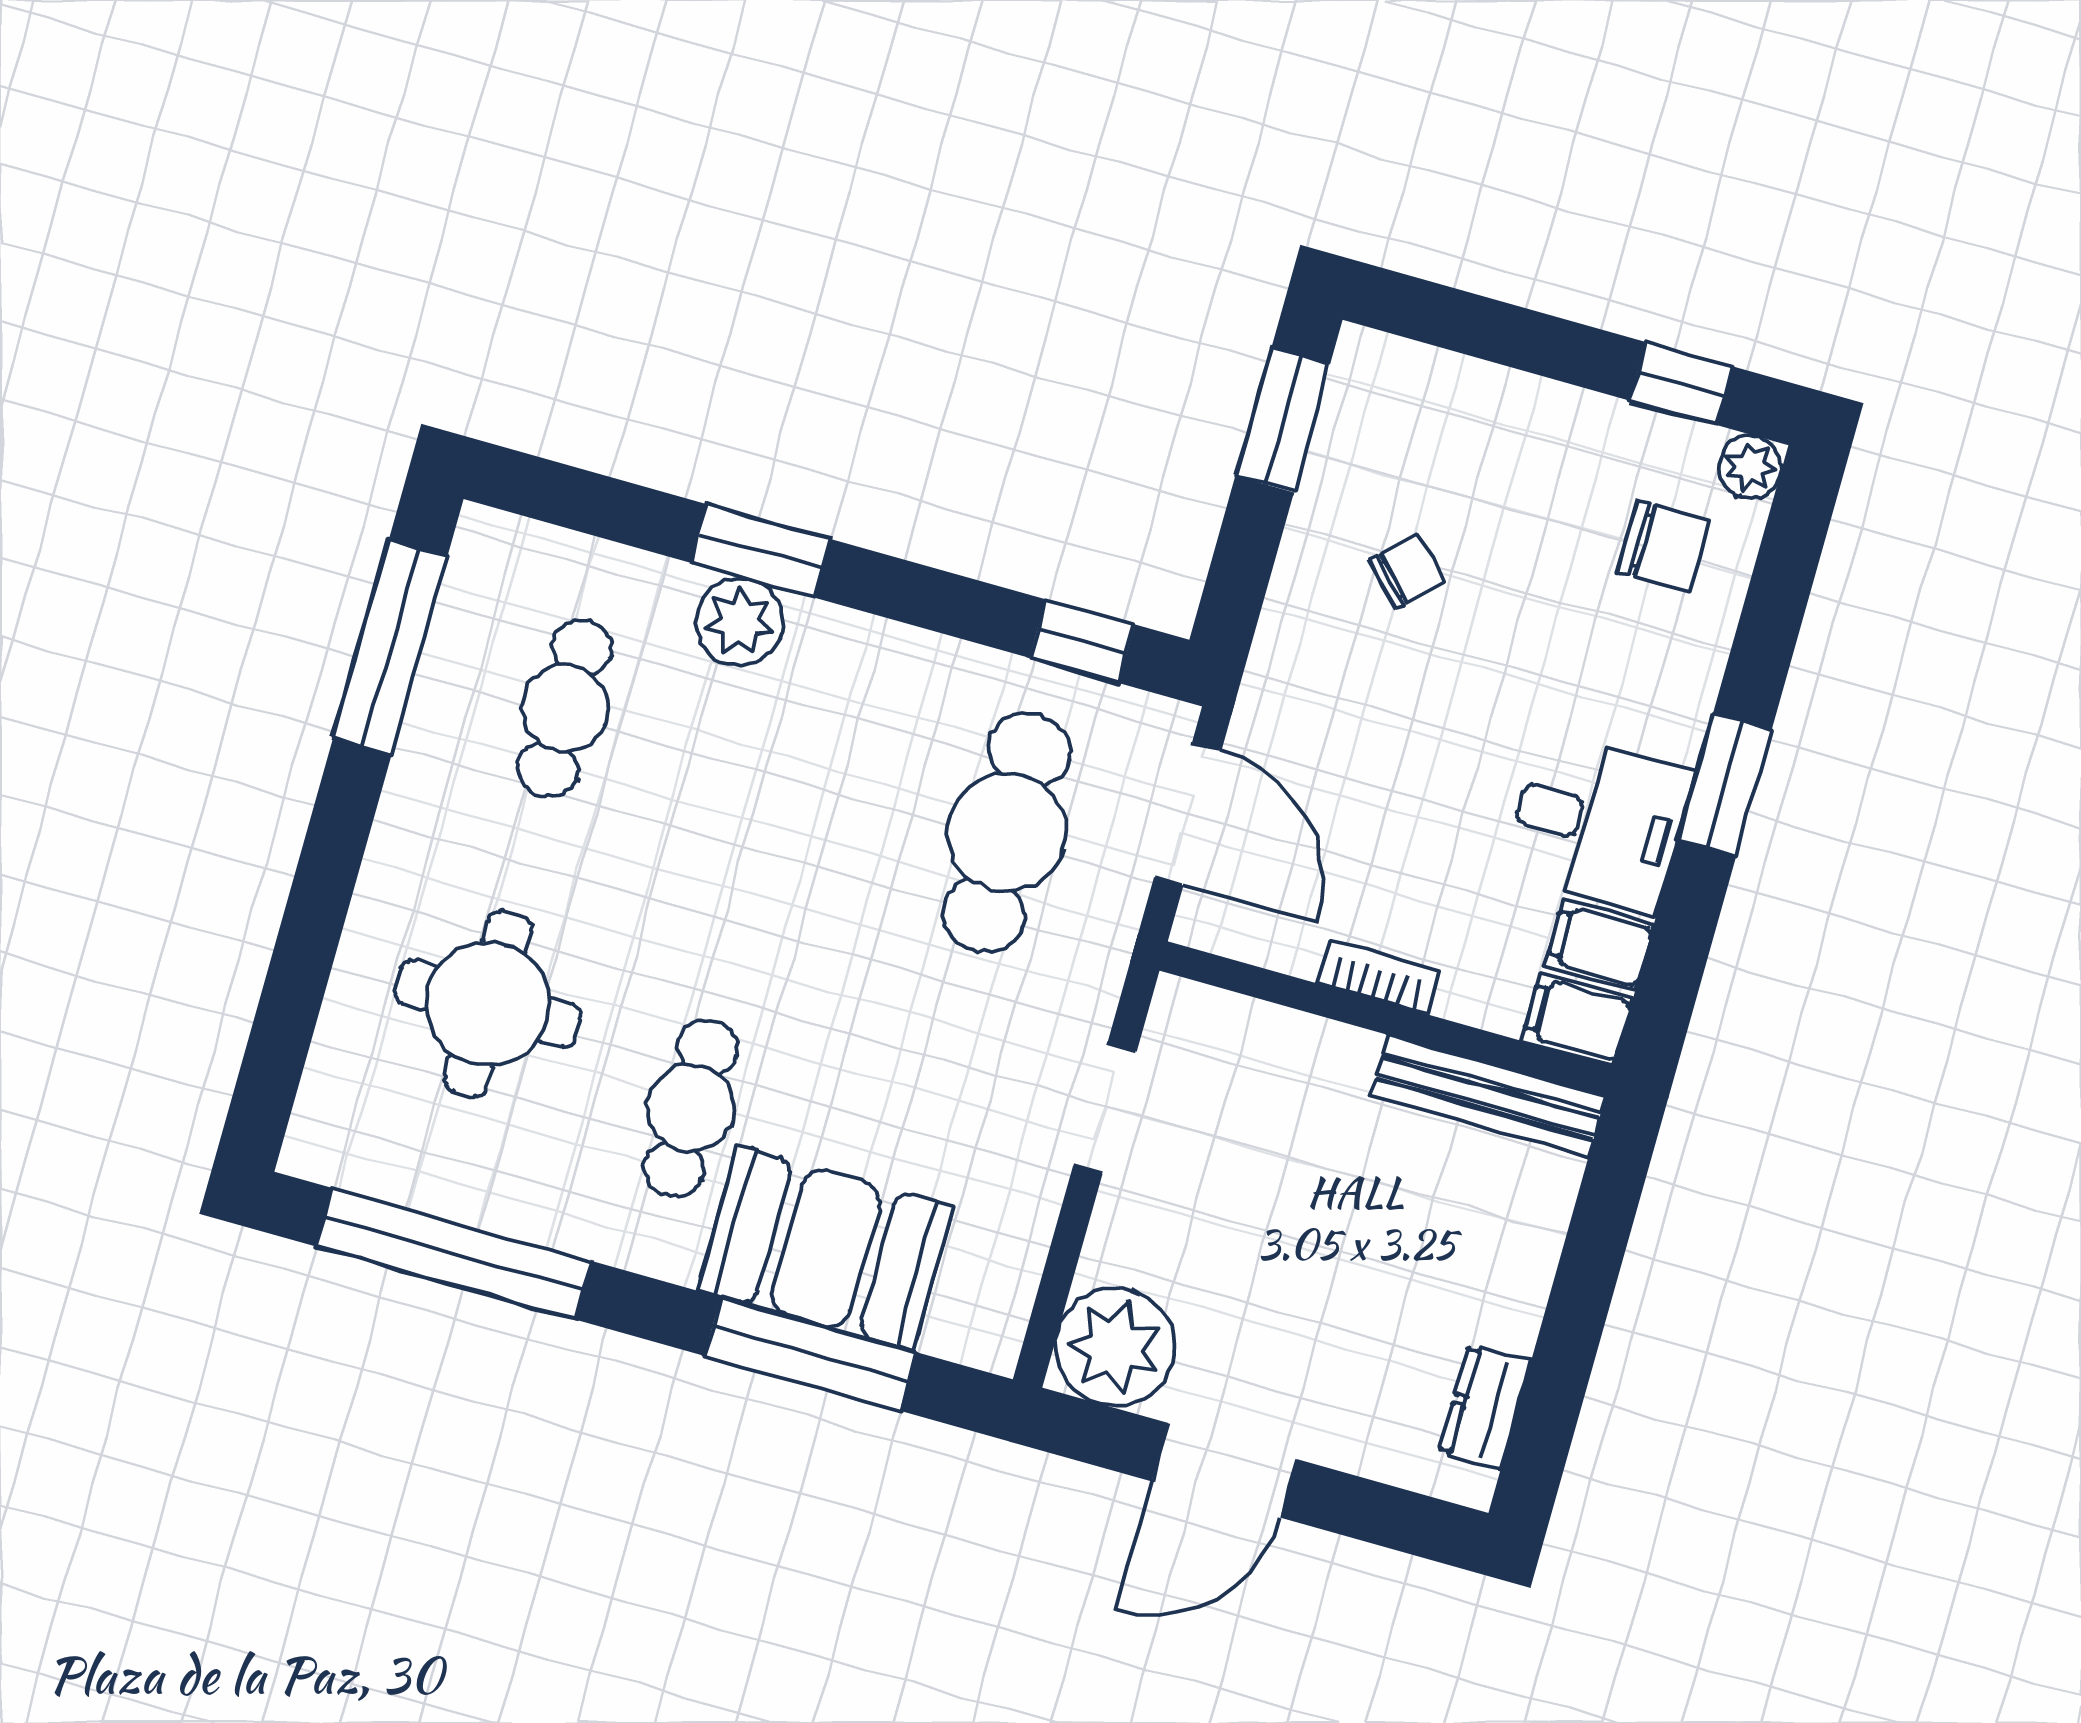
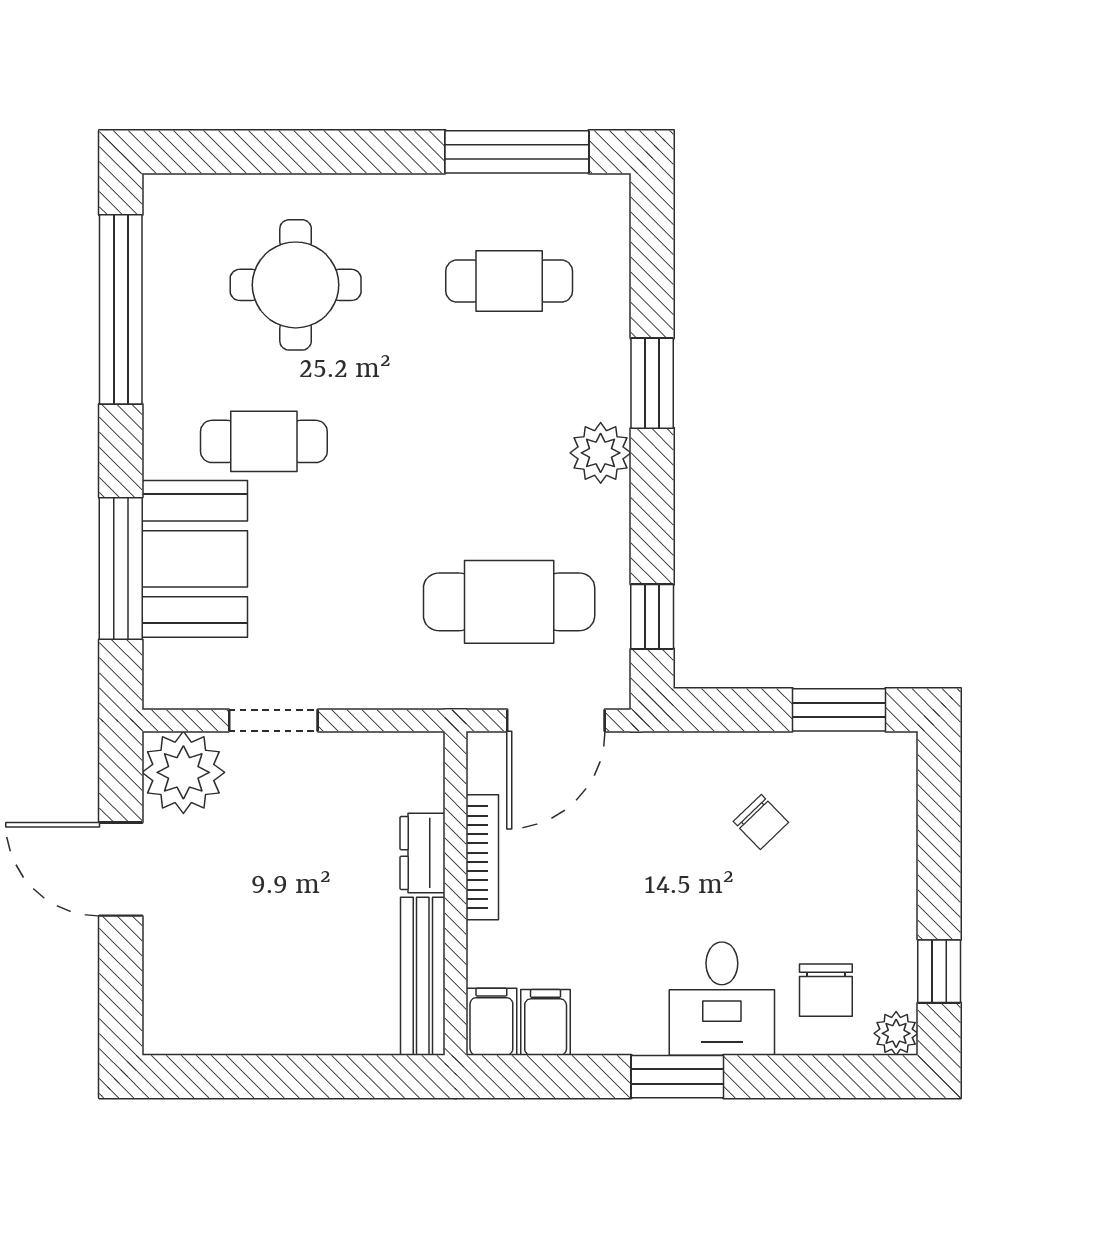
plant: (740, 622) -> (601, 453), moved
desk: (1598, 824) -> (722, 999), moved
bookcase: (1378, 977) -> (482, 857), width x1.56
doorway: (1105, 1109) -> (273, 720), moved
dresser: (1485, 1407) -> (423, 853), moved, turned -90

